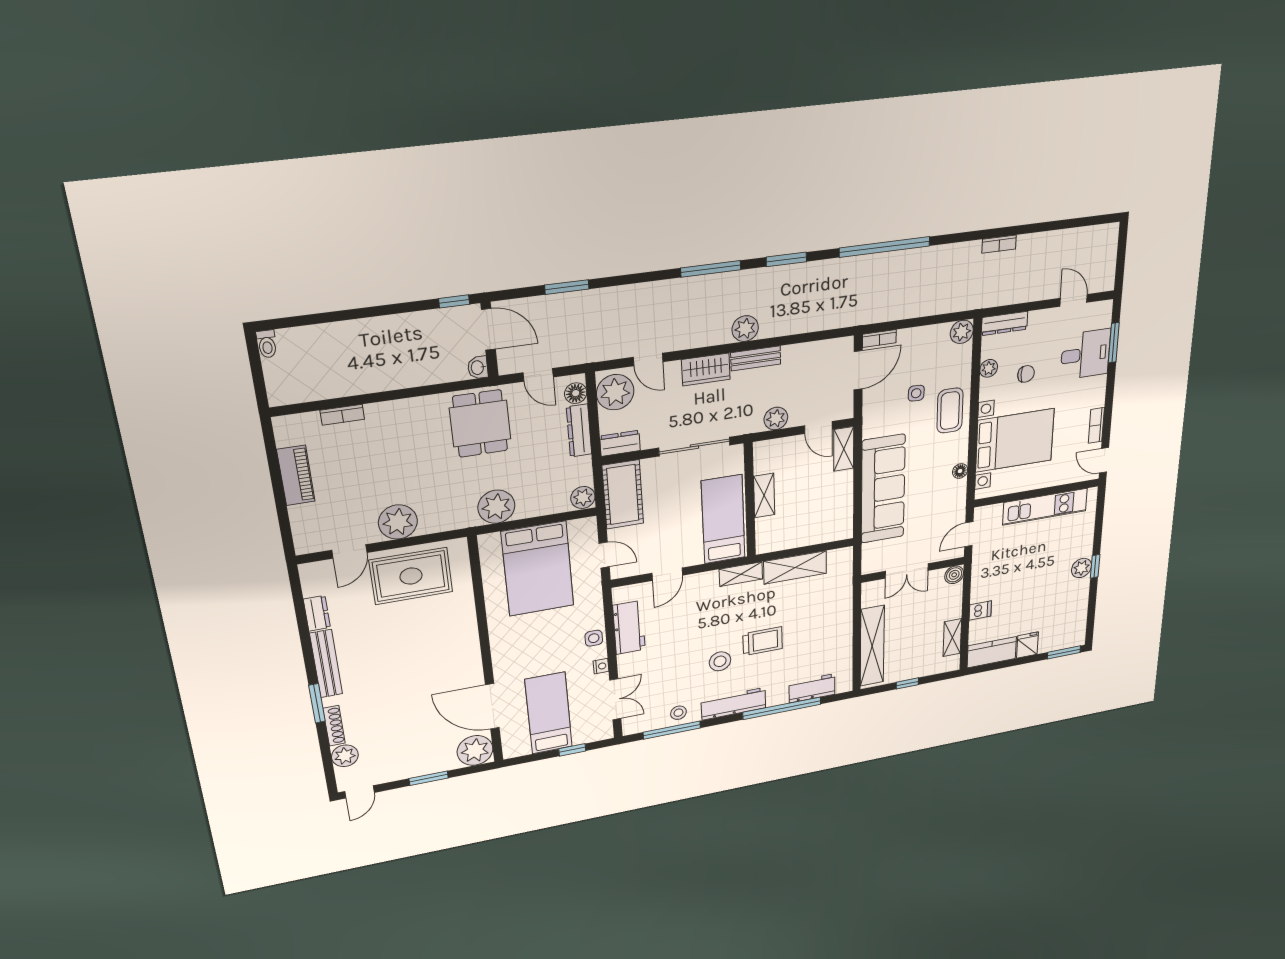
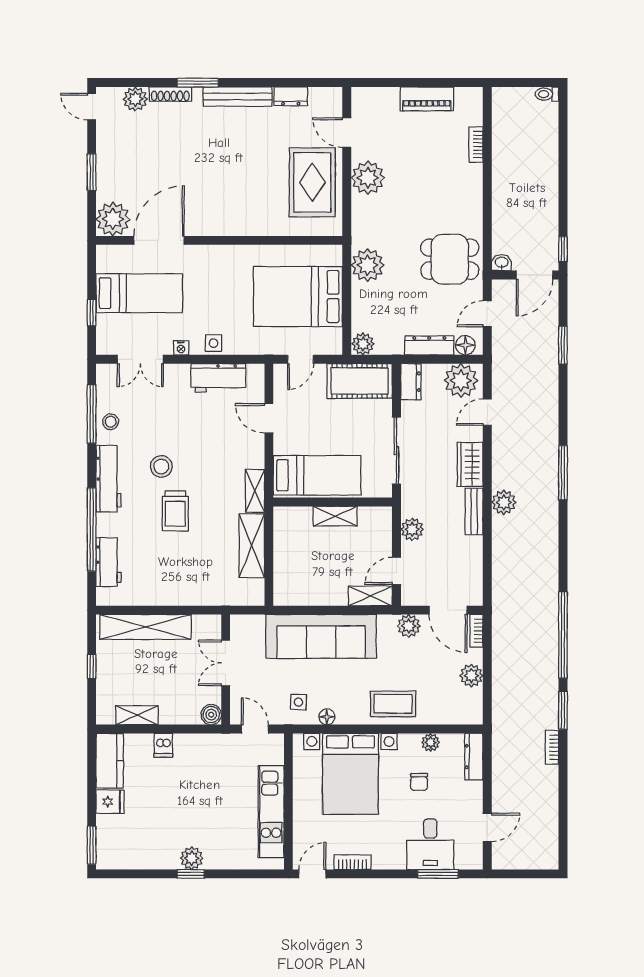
window: (786, 259) -> (563, 710), moved
plant: (962, 332) -> (471, 676), moved
side table: (916, 393) -> (298, 702), moved
plant: (874, 407) -> (409, 626), added

